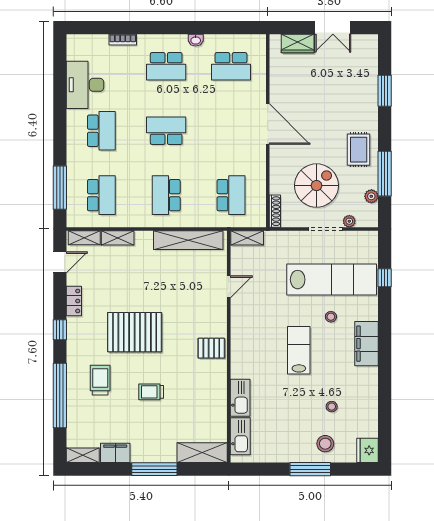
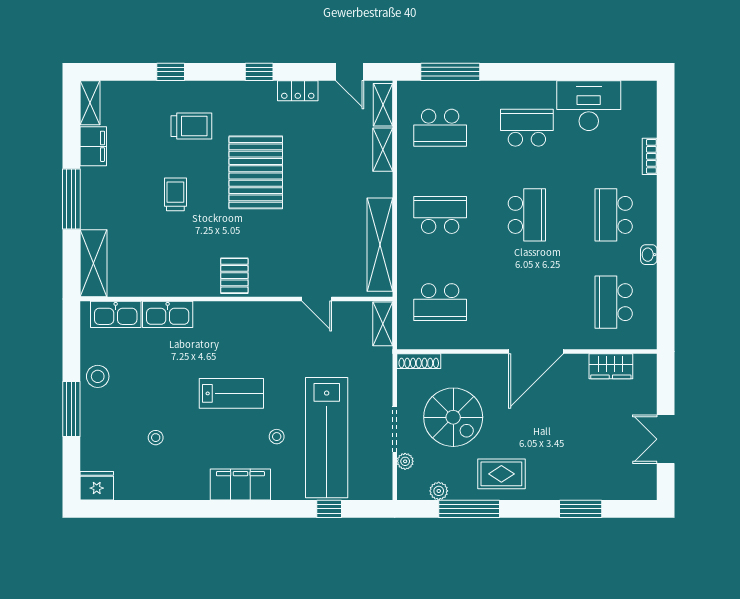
wardrobe: (298, 44) -> (611, 366), moved, turned -90
school desk: (101, 131) -> (527, 128), turned 180
window: (60, 395) -> (171, 72), width x0.32
stool: (325, 444) -> (98, 376), moved

